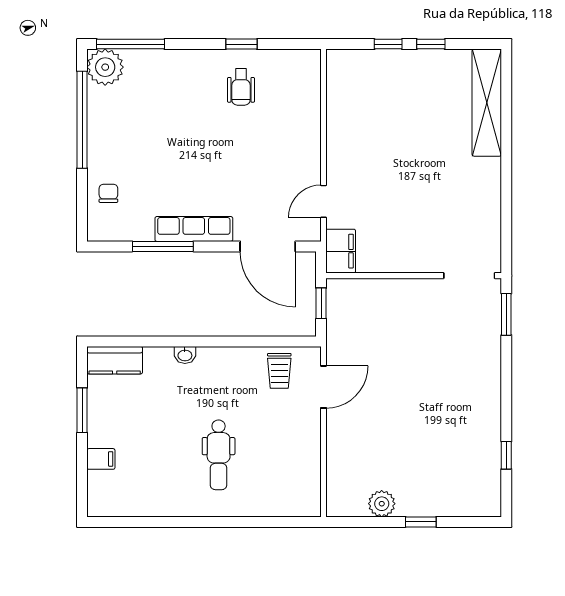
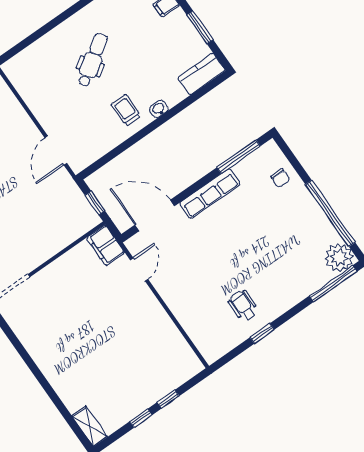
shelving: (487, 103) -> (90, 426), width x0.45, depth x0.75
window: (163, 246) -> (239, 157), moved
trolley: (279, 371) -> (126, 110), moved
dental chair: (219, 455) -> (93, 60), turned 56

